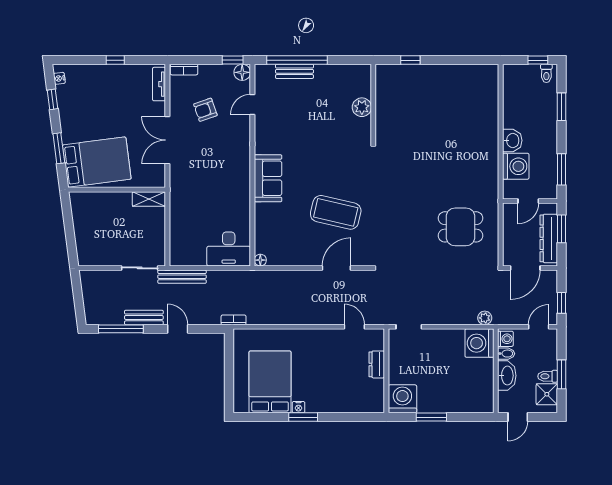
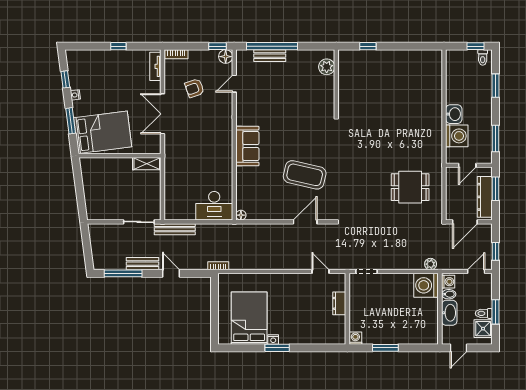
nightstand: (59, 78) -> (75, 95), moved
plant: (362, 107) -> (327, 67), moved
washing machine: (402, 399) -> (355, 338), width x0.53, depth x0.53

